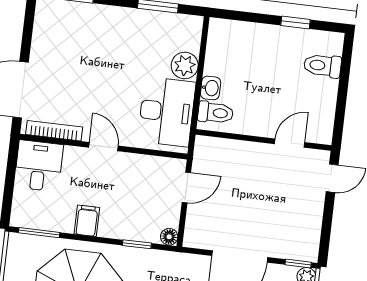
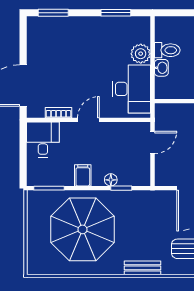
toilet: (216, 113) -> (167, 50), moved
bookcase: (54, 131) -> (58, 113), width x0.64
door: (103, 147) -> (88, 120), hinge flipped
floor lamp: (169, 237) -> (111, 180), moved

